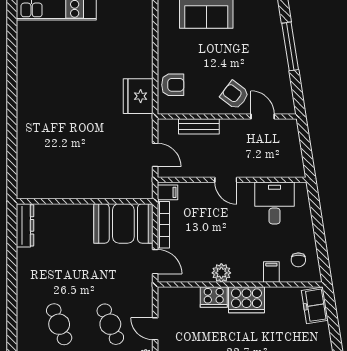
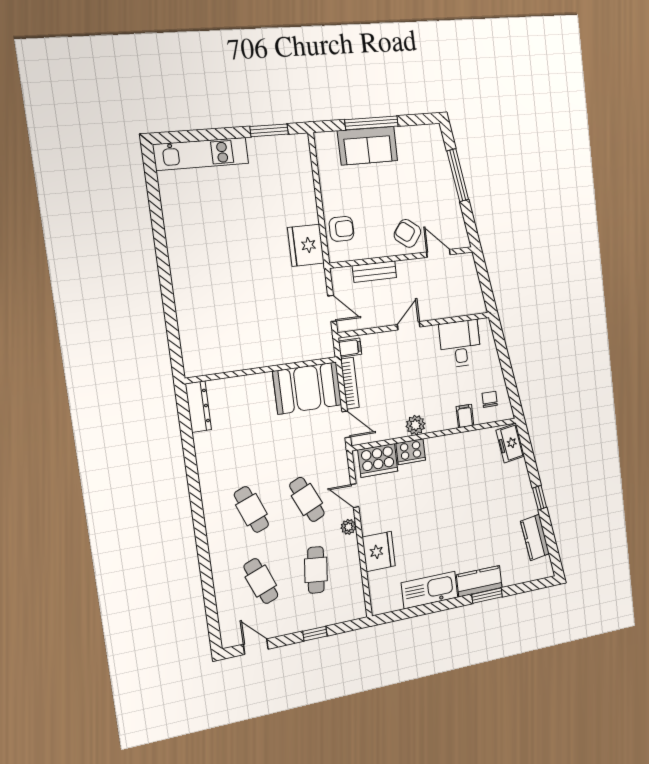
door: (226, 180) -> (409, 326), swing flipped
chair: (298, 260) -> (490, 399), turned 180
cooker: (246, 300) -> (378, 460), moved

